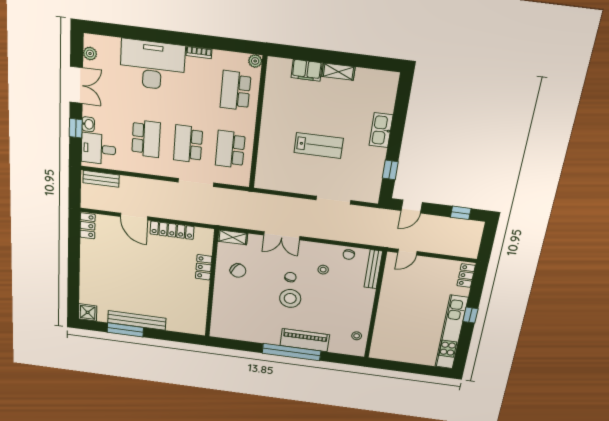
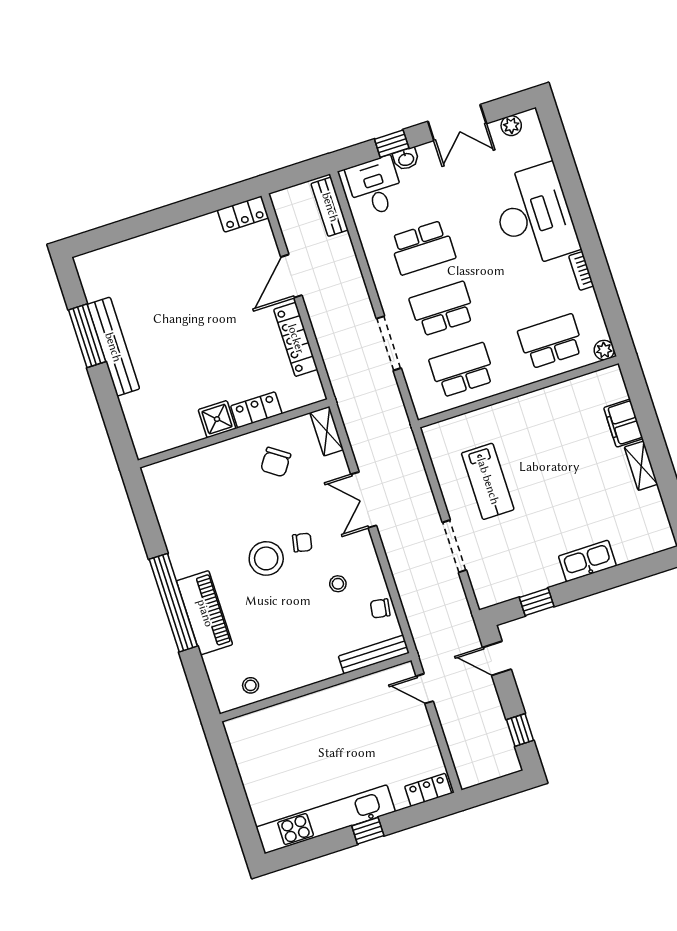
lab bench: (319, 145) -> (488, 481), moved
shower: (88, 312) -> (217, 419), moved

